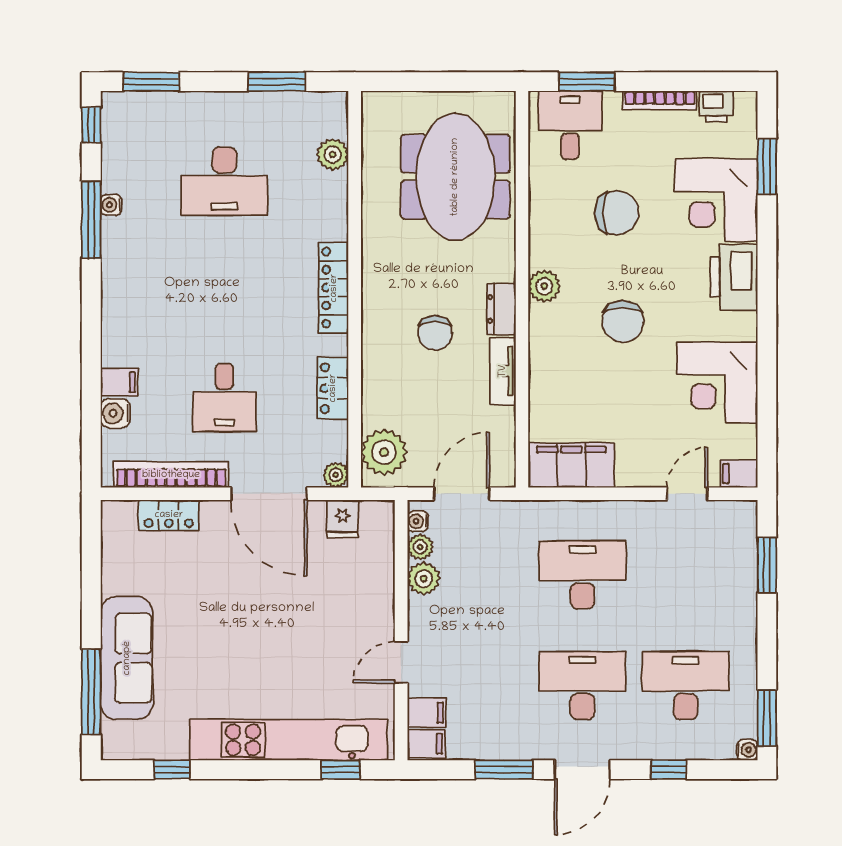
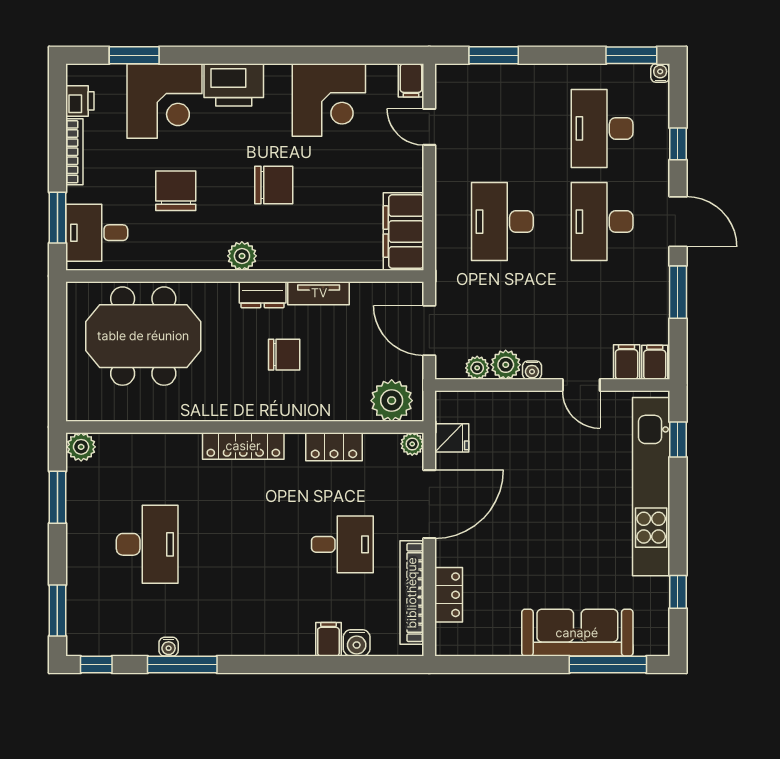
plant: (333, 155) -> (81, 447), moved
water cooler: (418, 521) -> (532, 370), moved

